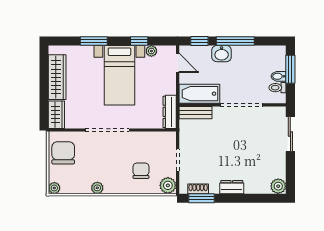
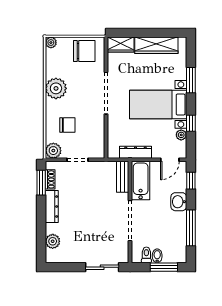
window: (235, 41) -> (191, 228), moved
dresser: (170, 112) -> (135, 152), moved
plant: (278, 186) -> (53, 241), moved
dresser: (232, 187) -> (52, 207), width x1.44
plant: (97, 188) -> (56, 88), width x1.87, depth x1.87

